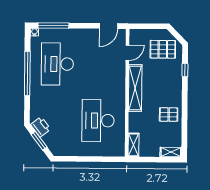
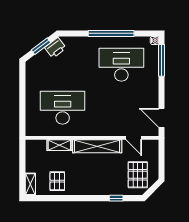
pallet: (169, 115) -> (57, 181), moved
shelving: (134, 145) -> (59, 145), moved

